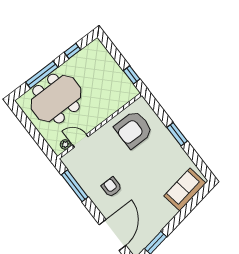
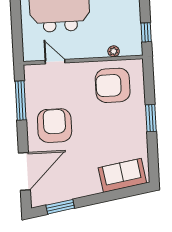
plant: (65, 144) -> (114, 51), moved
armchair: (112, 187) -> (55, 126), width x1.88, depth x1.88

